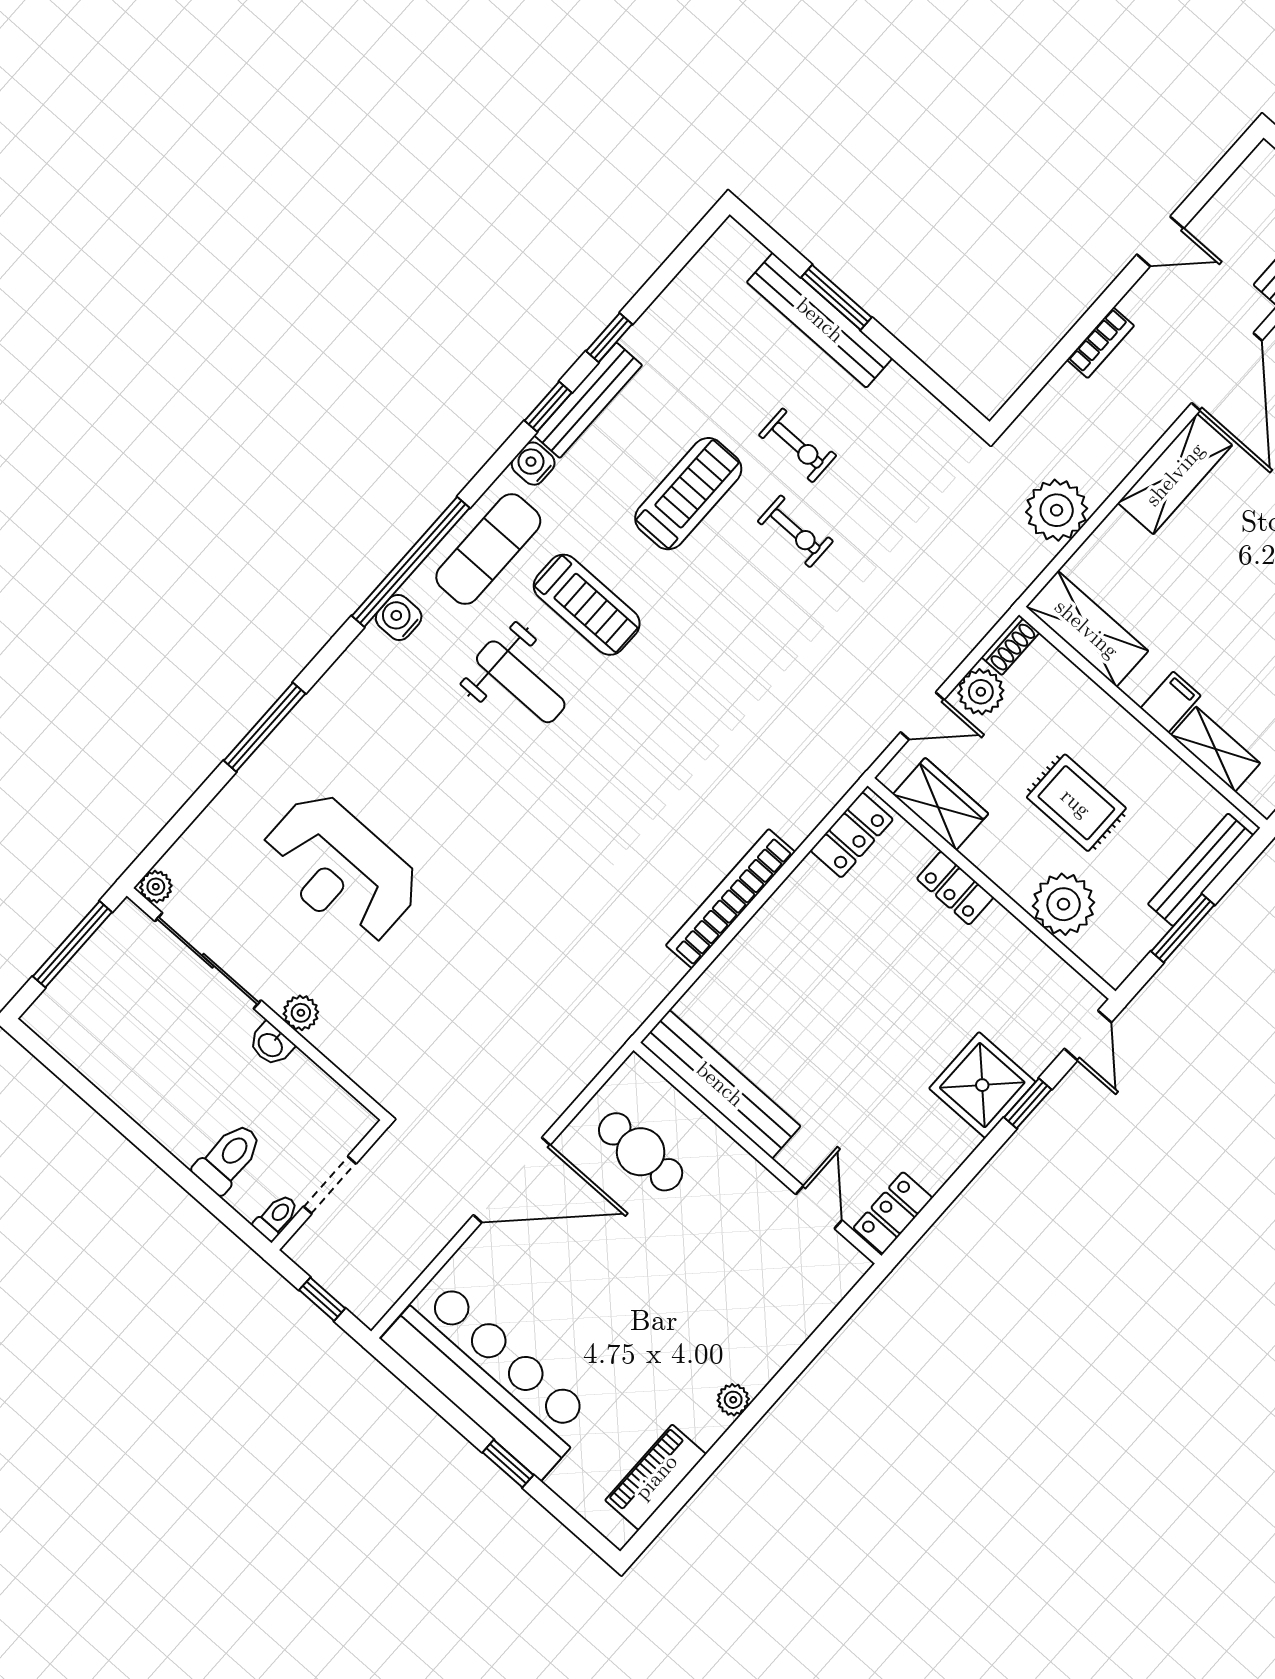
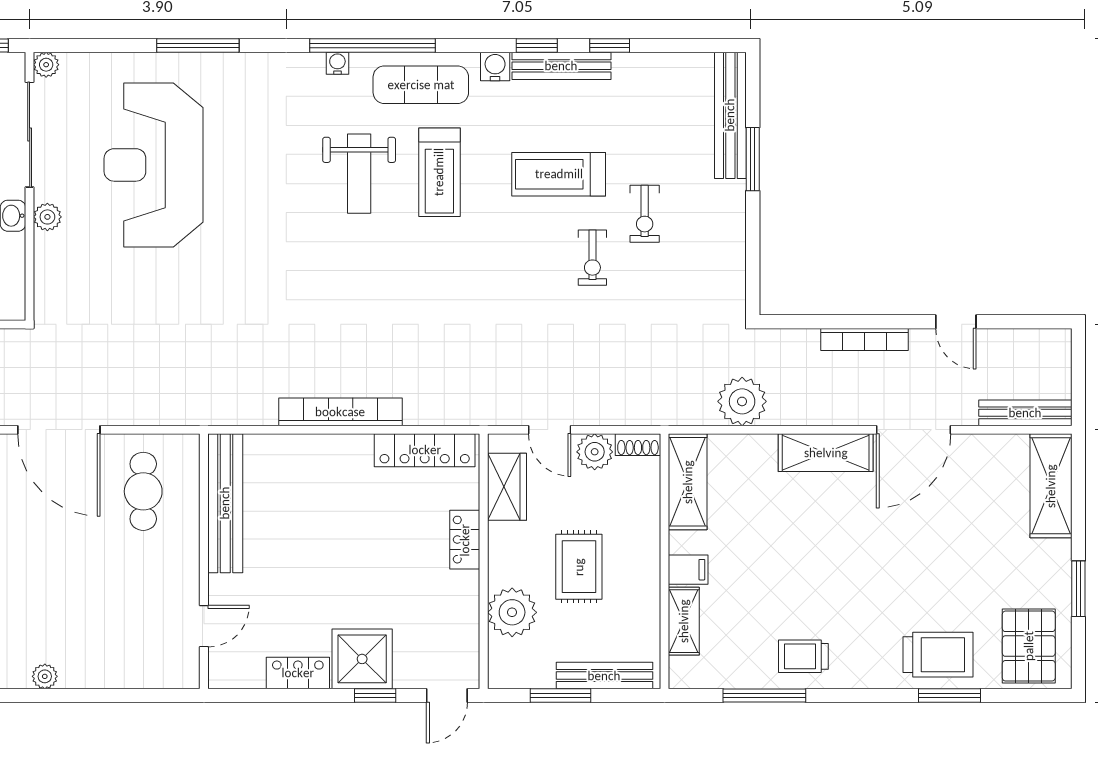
bench: (820, 320) -> (730, 115), moved
bookcase: (1100, 343) -> (864, 340), width x1.56
treadmill: (688, 494) -> (559, 174), turned 180
water cooler: (399, 617) -> (337, 63), width x0.72, depth x0.72
locker: (852, 835) -> (425, 450), width x1.53
reception desk: (341, 869) -> (154, 165), width x1.36, depth x1.30
locker: (893, 1213) -> (298, 673), moved

